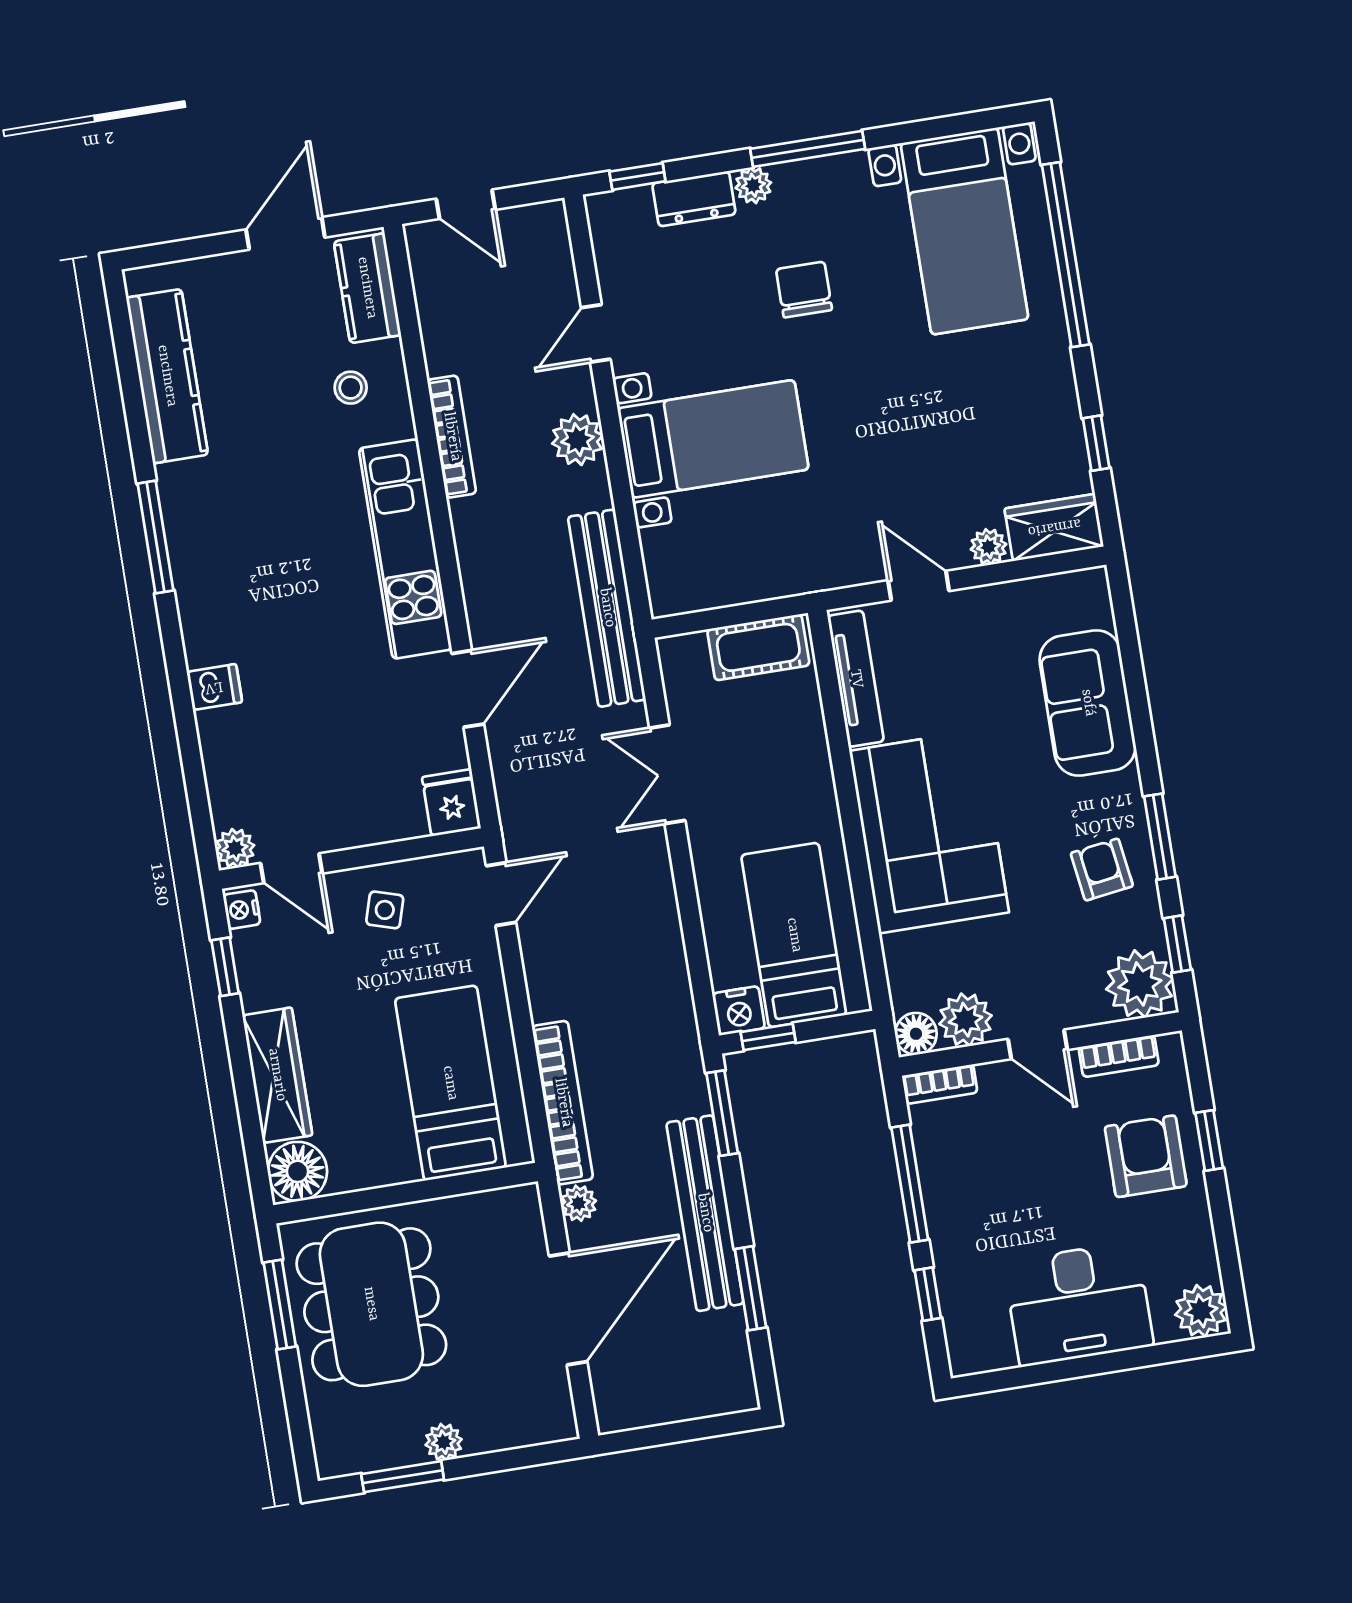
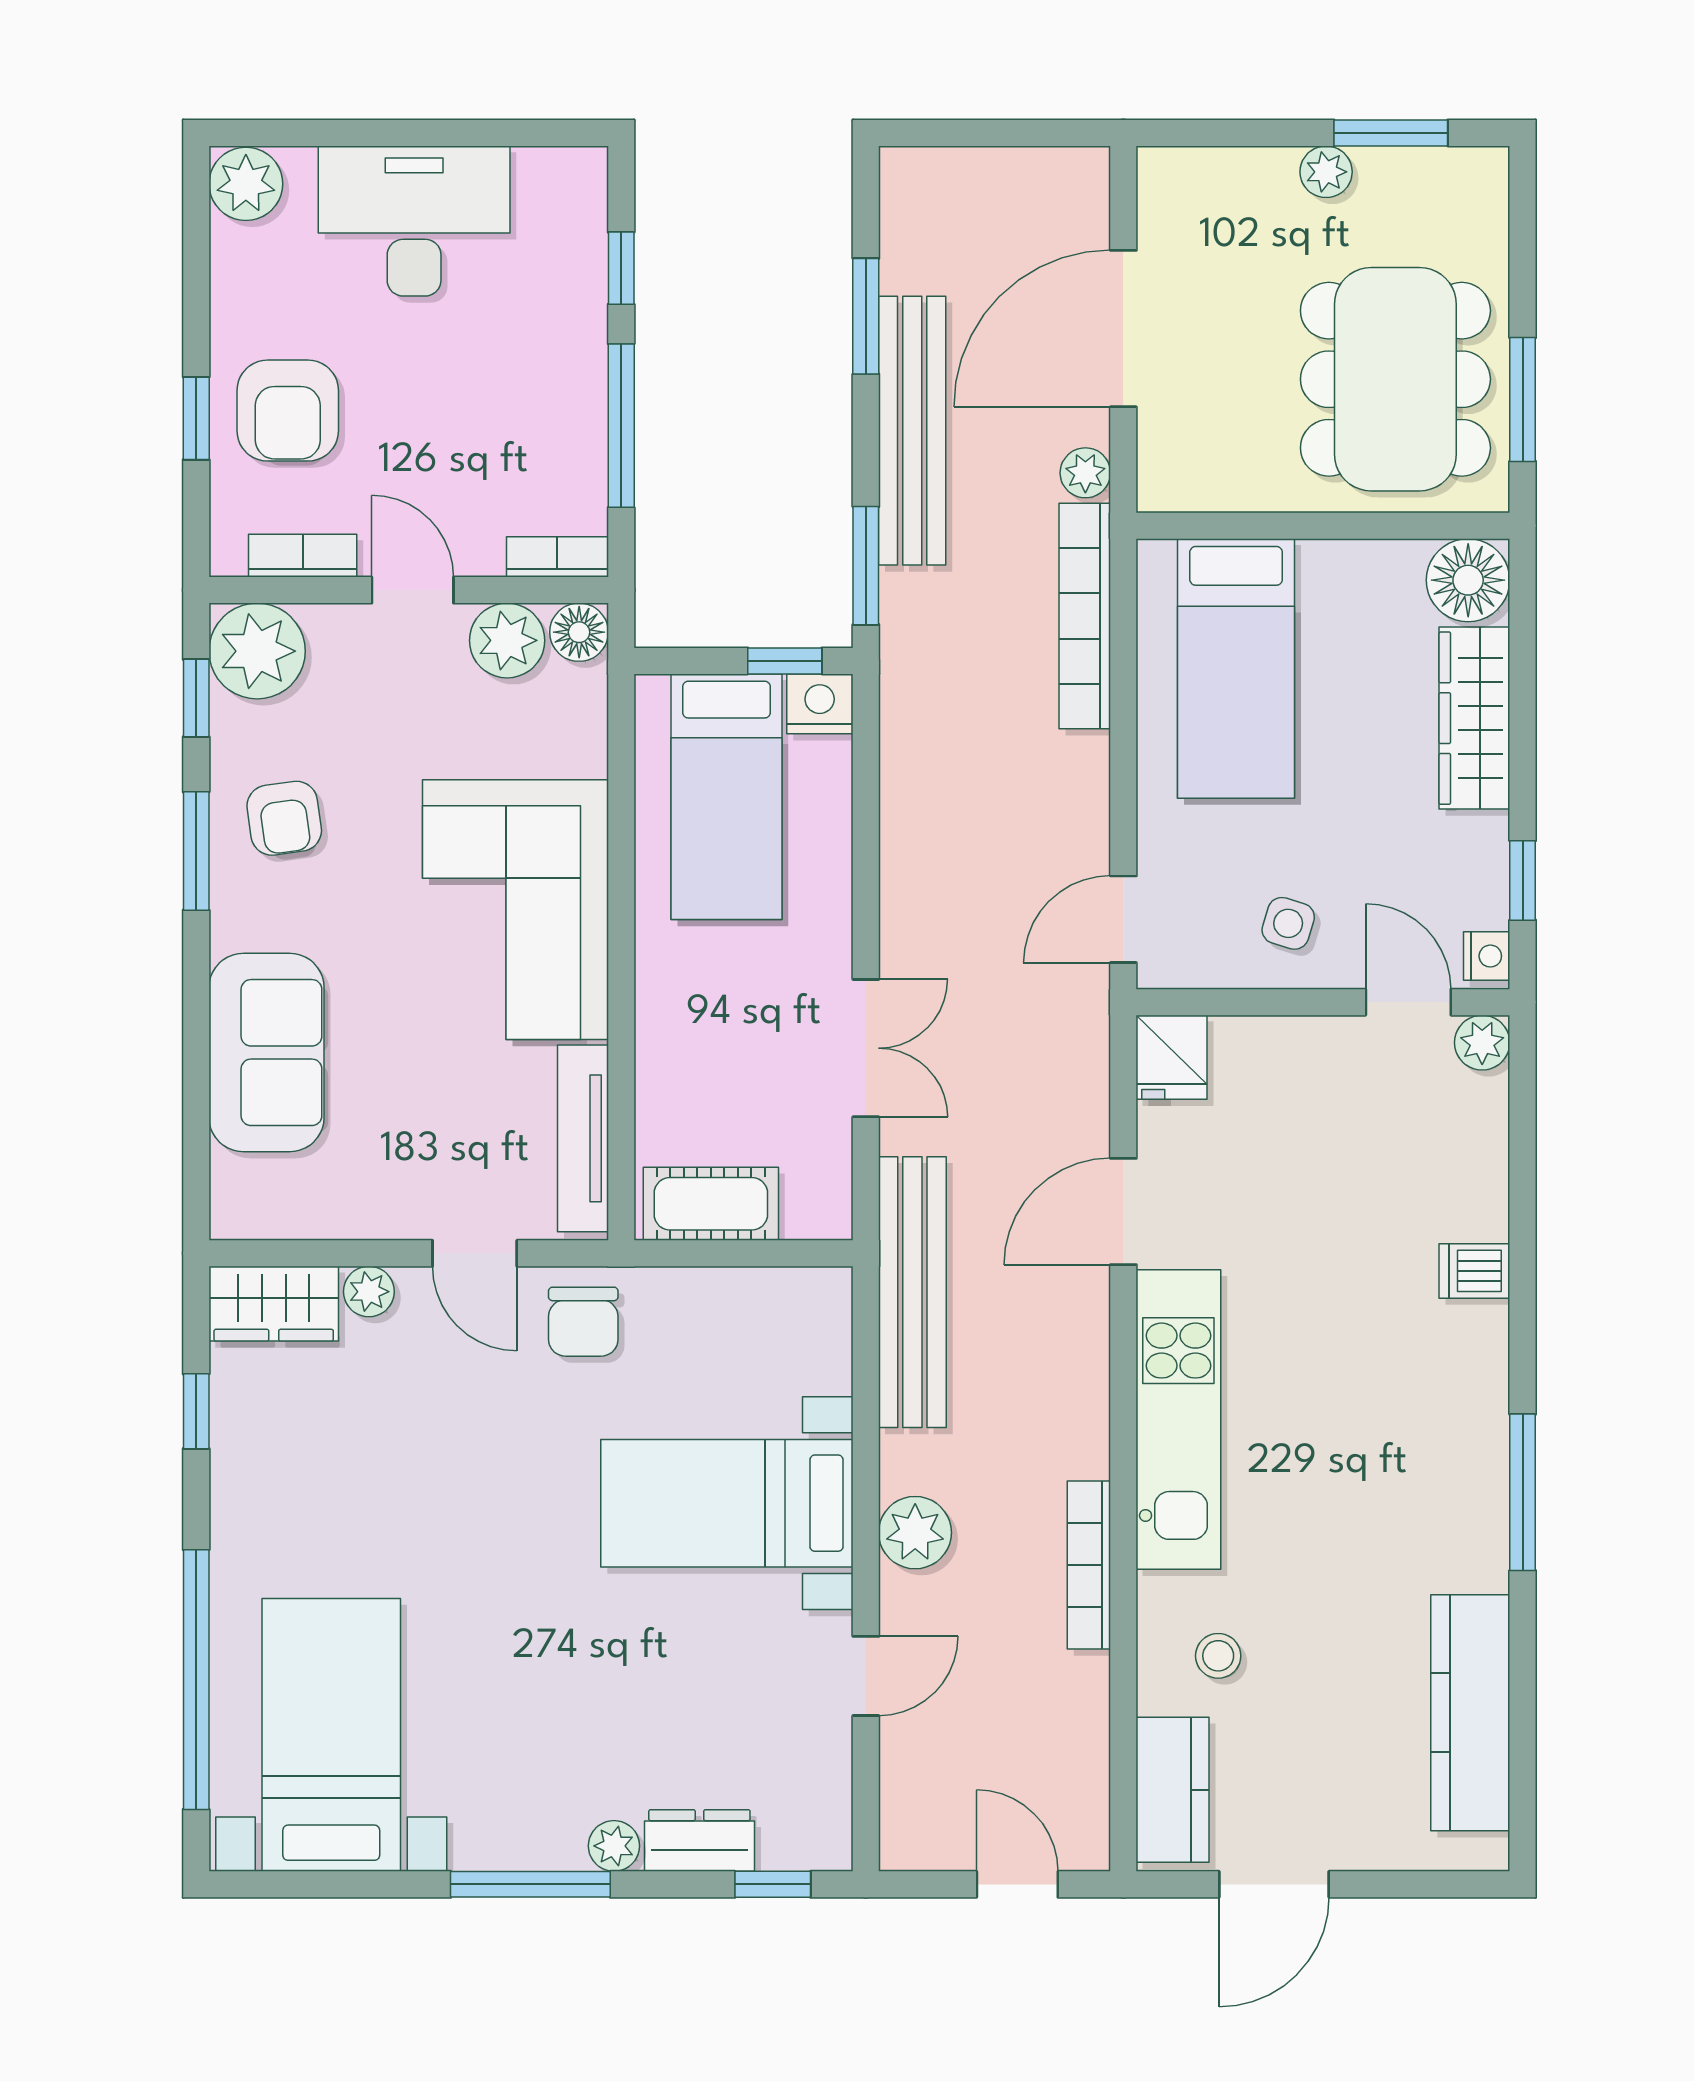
chair: (804, 290) -> (583, 1322), moved

